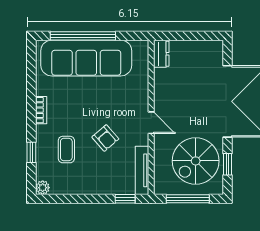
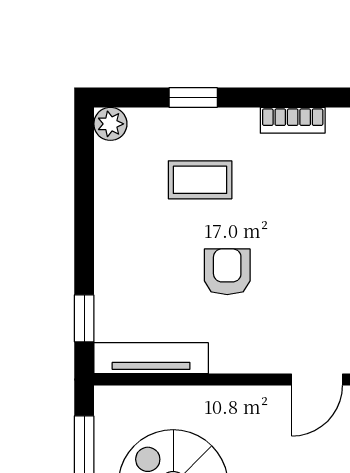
door: (151, 123) -> (317, 380), moved
armchair: (105, 138) -> (227, 272), turned 131

